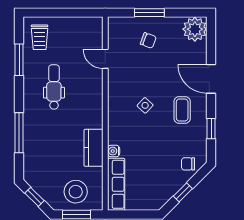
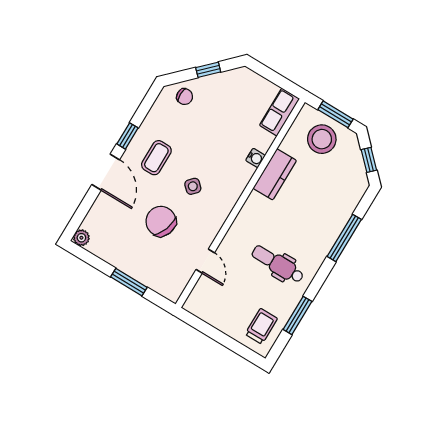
plant: (195, 29) -> (81, 238), width x0.53, depth x0.53
chair: (148, 40) -> (161, 221), moved, width x1.87, depth x1.87
dental chair: (54, 87) -> (278, 264), turned 90
window: (211, 129) -> (128, 136), moved
row of seats: (116, 184) -> (279, 112), width x0.68

